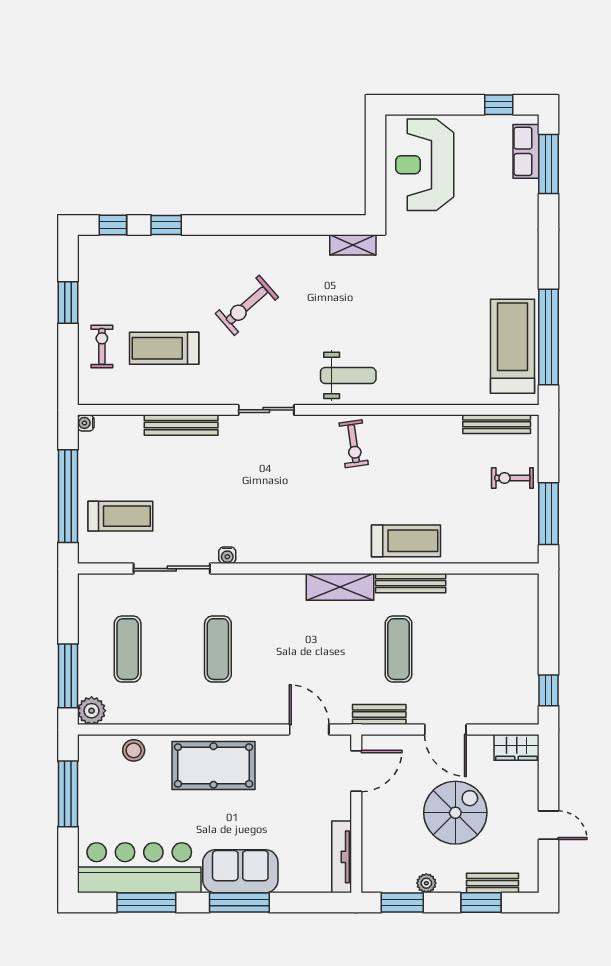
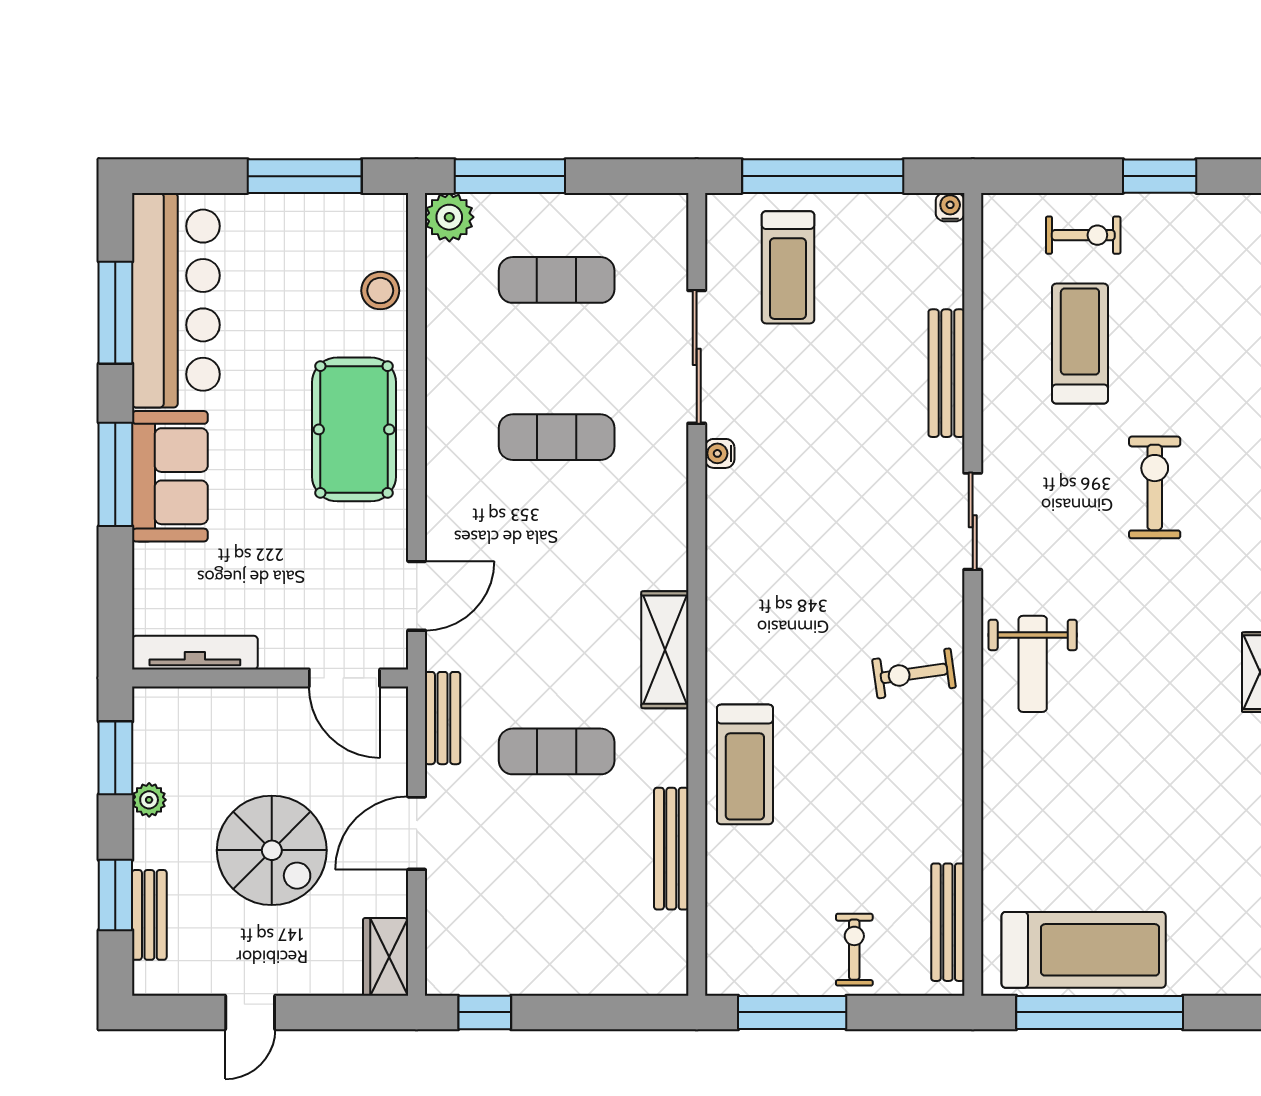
exercise bike: (247, 305) -> (1155, 487), turned 41
bench: (411, 583) -> (671, 849), moved

